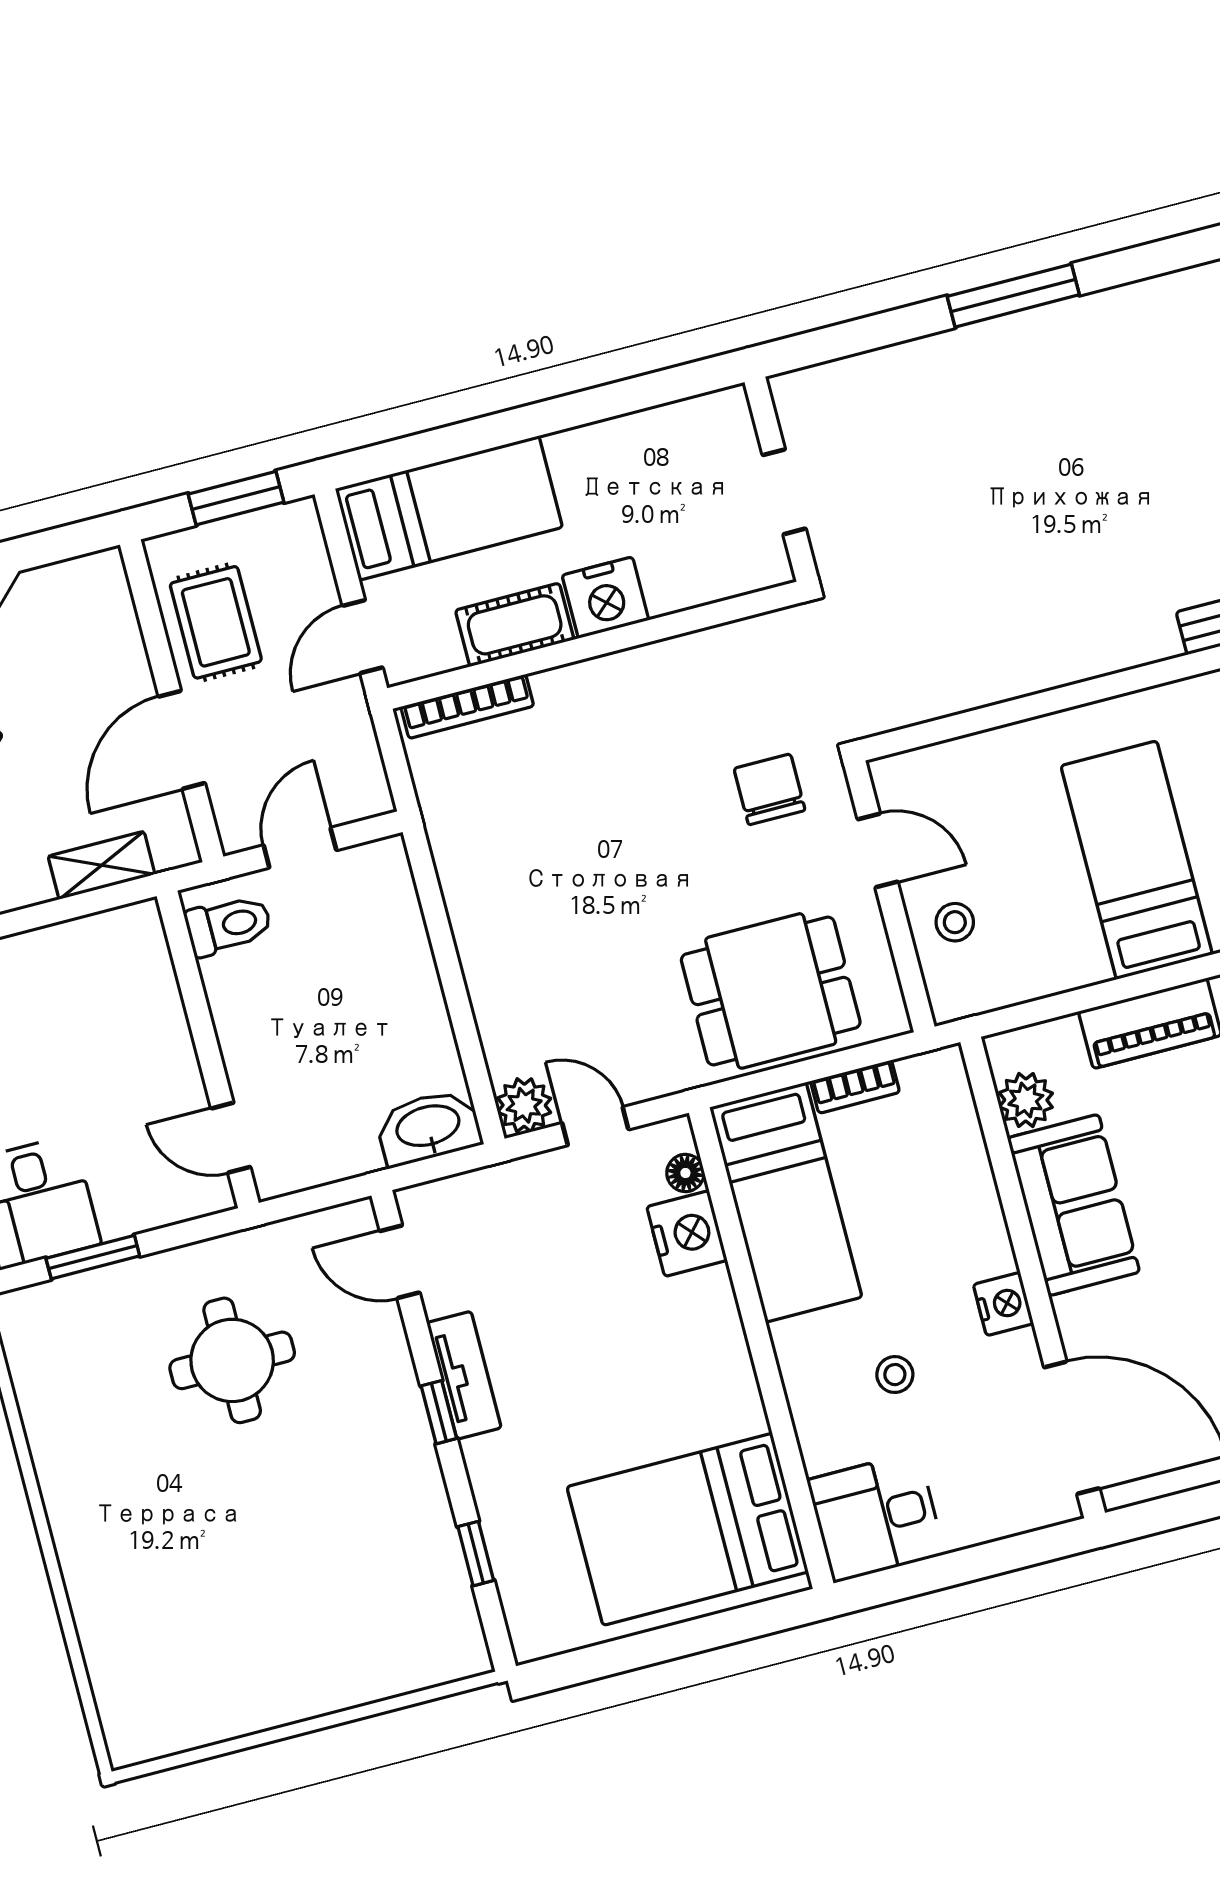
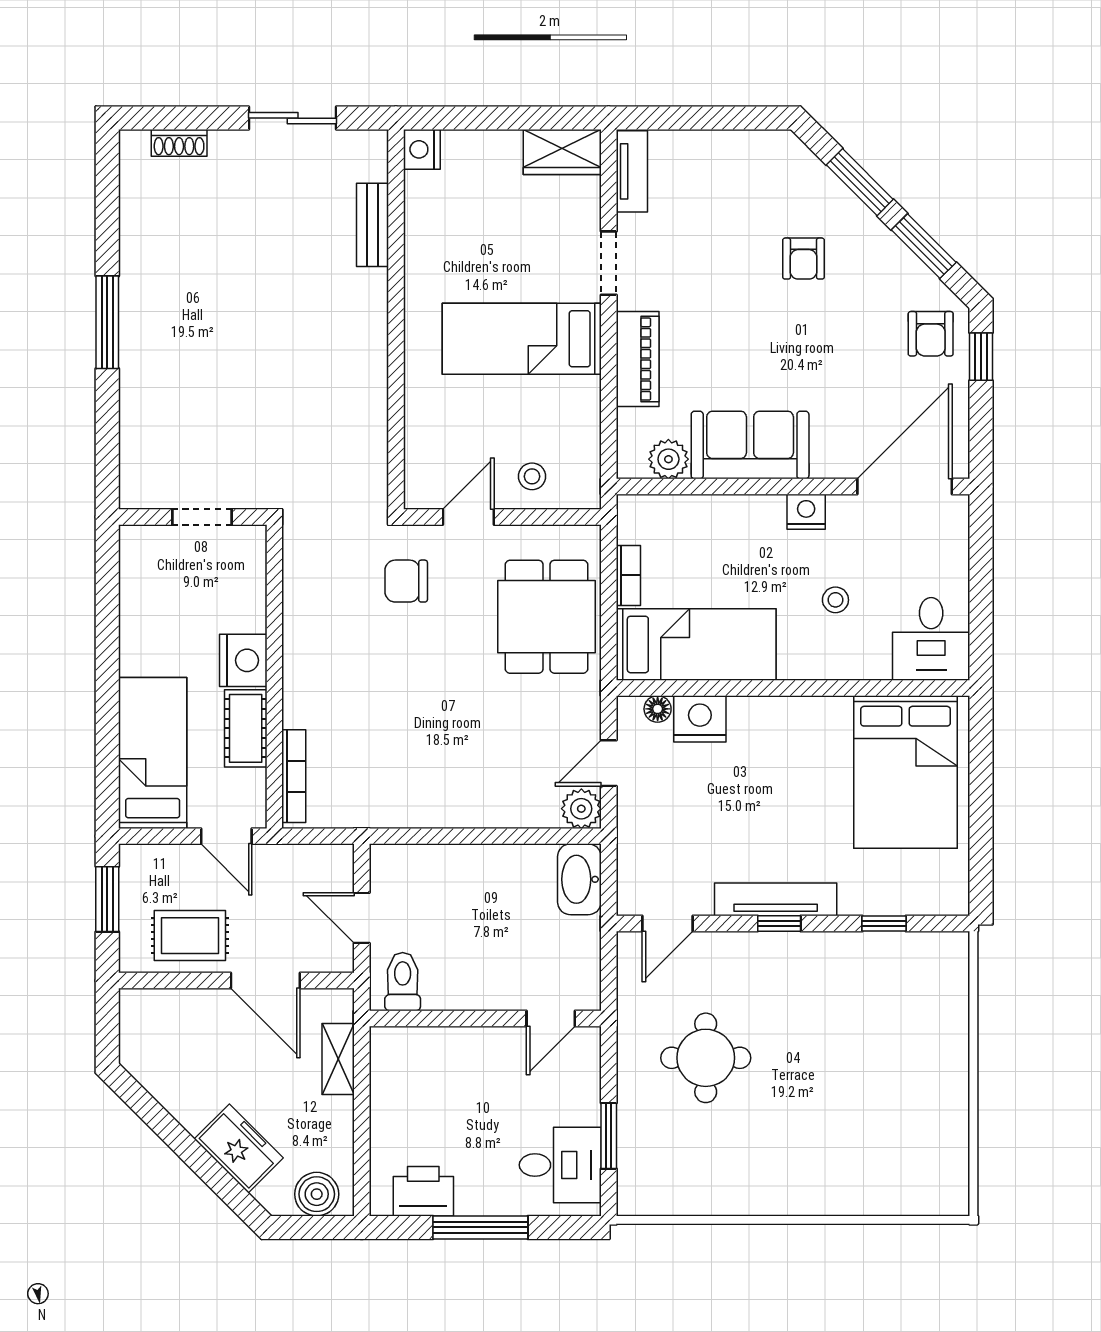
tv unit: (464, 1375) -> (776, 899), width x1.41

